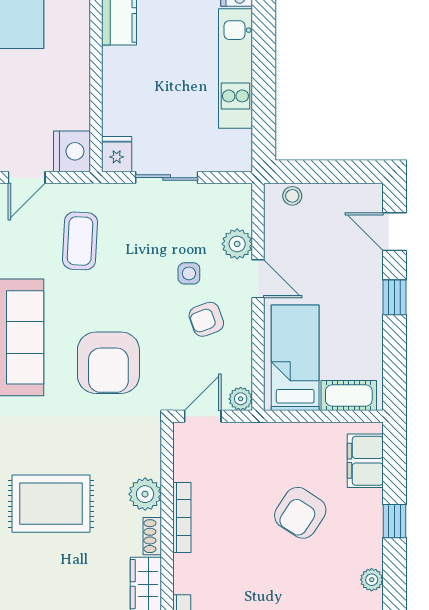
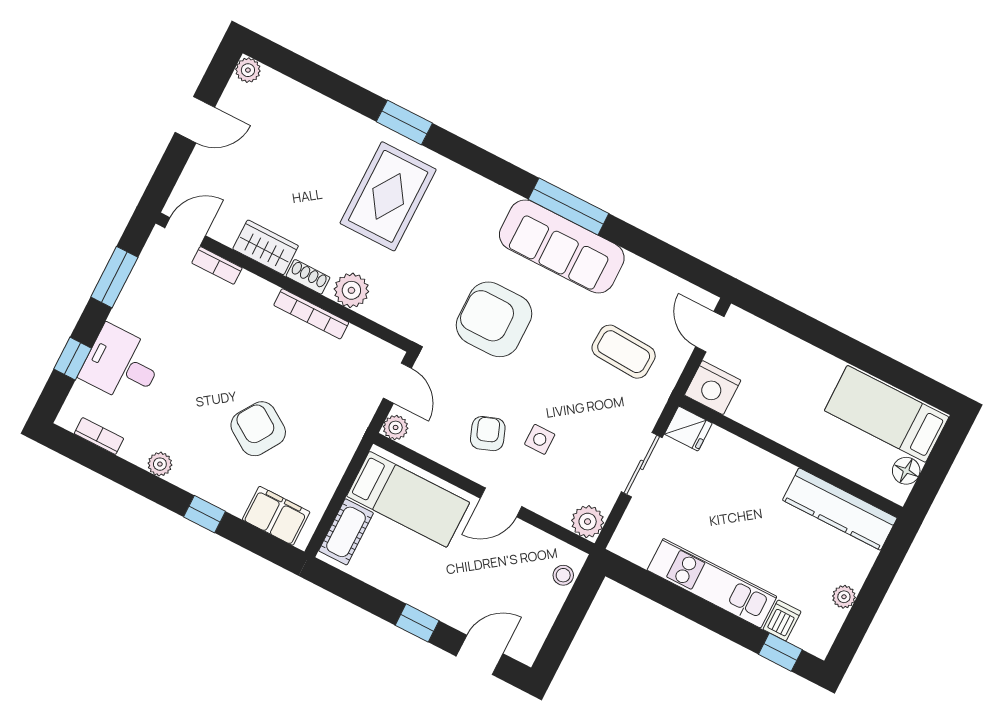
plant: (237, 244) -> (588, 522), moved

